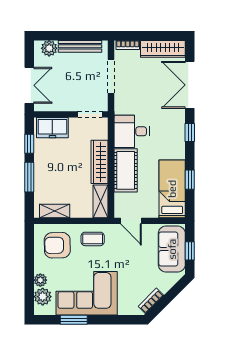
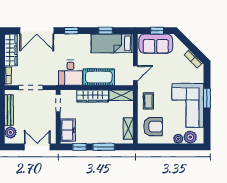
armchair: (57, 245) -> (153, 127), turned -89
window: (74, 320) -> (207, 98), moved

